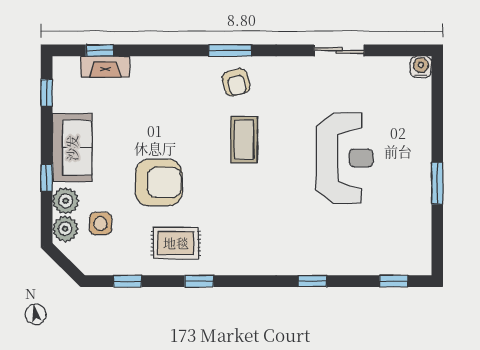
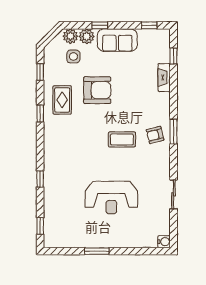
fireplace: (105, 67) -> (164, 78), moved
armchair: (159, 182) -> (97, 90), turned -90

